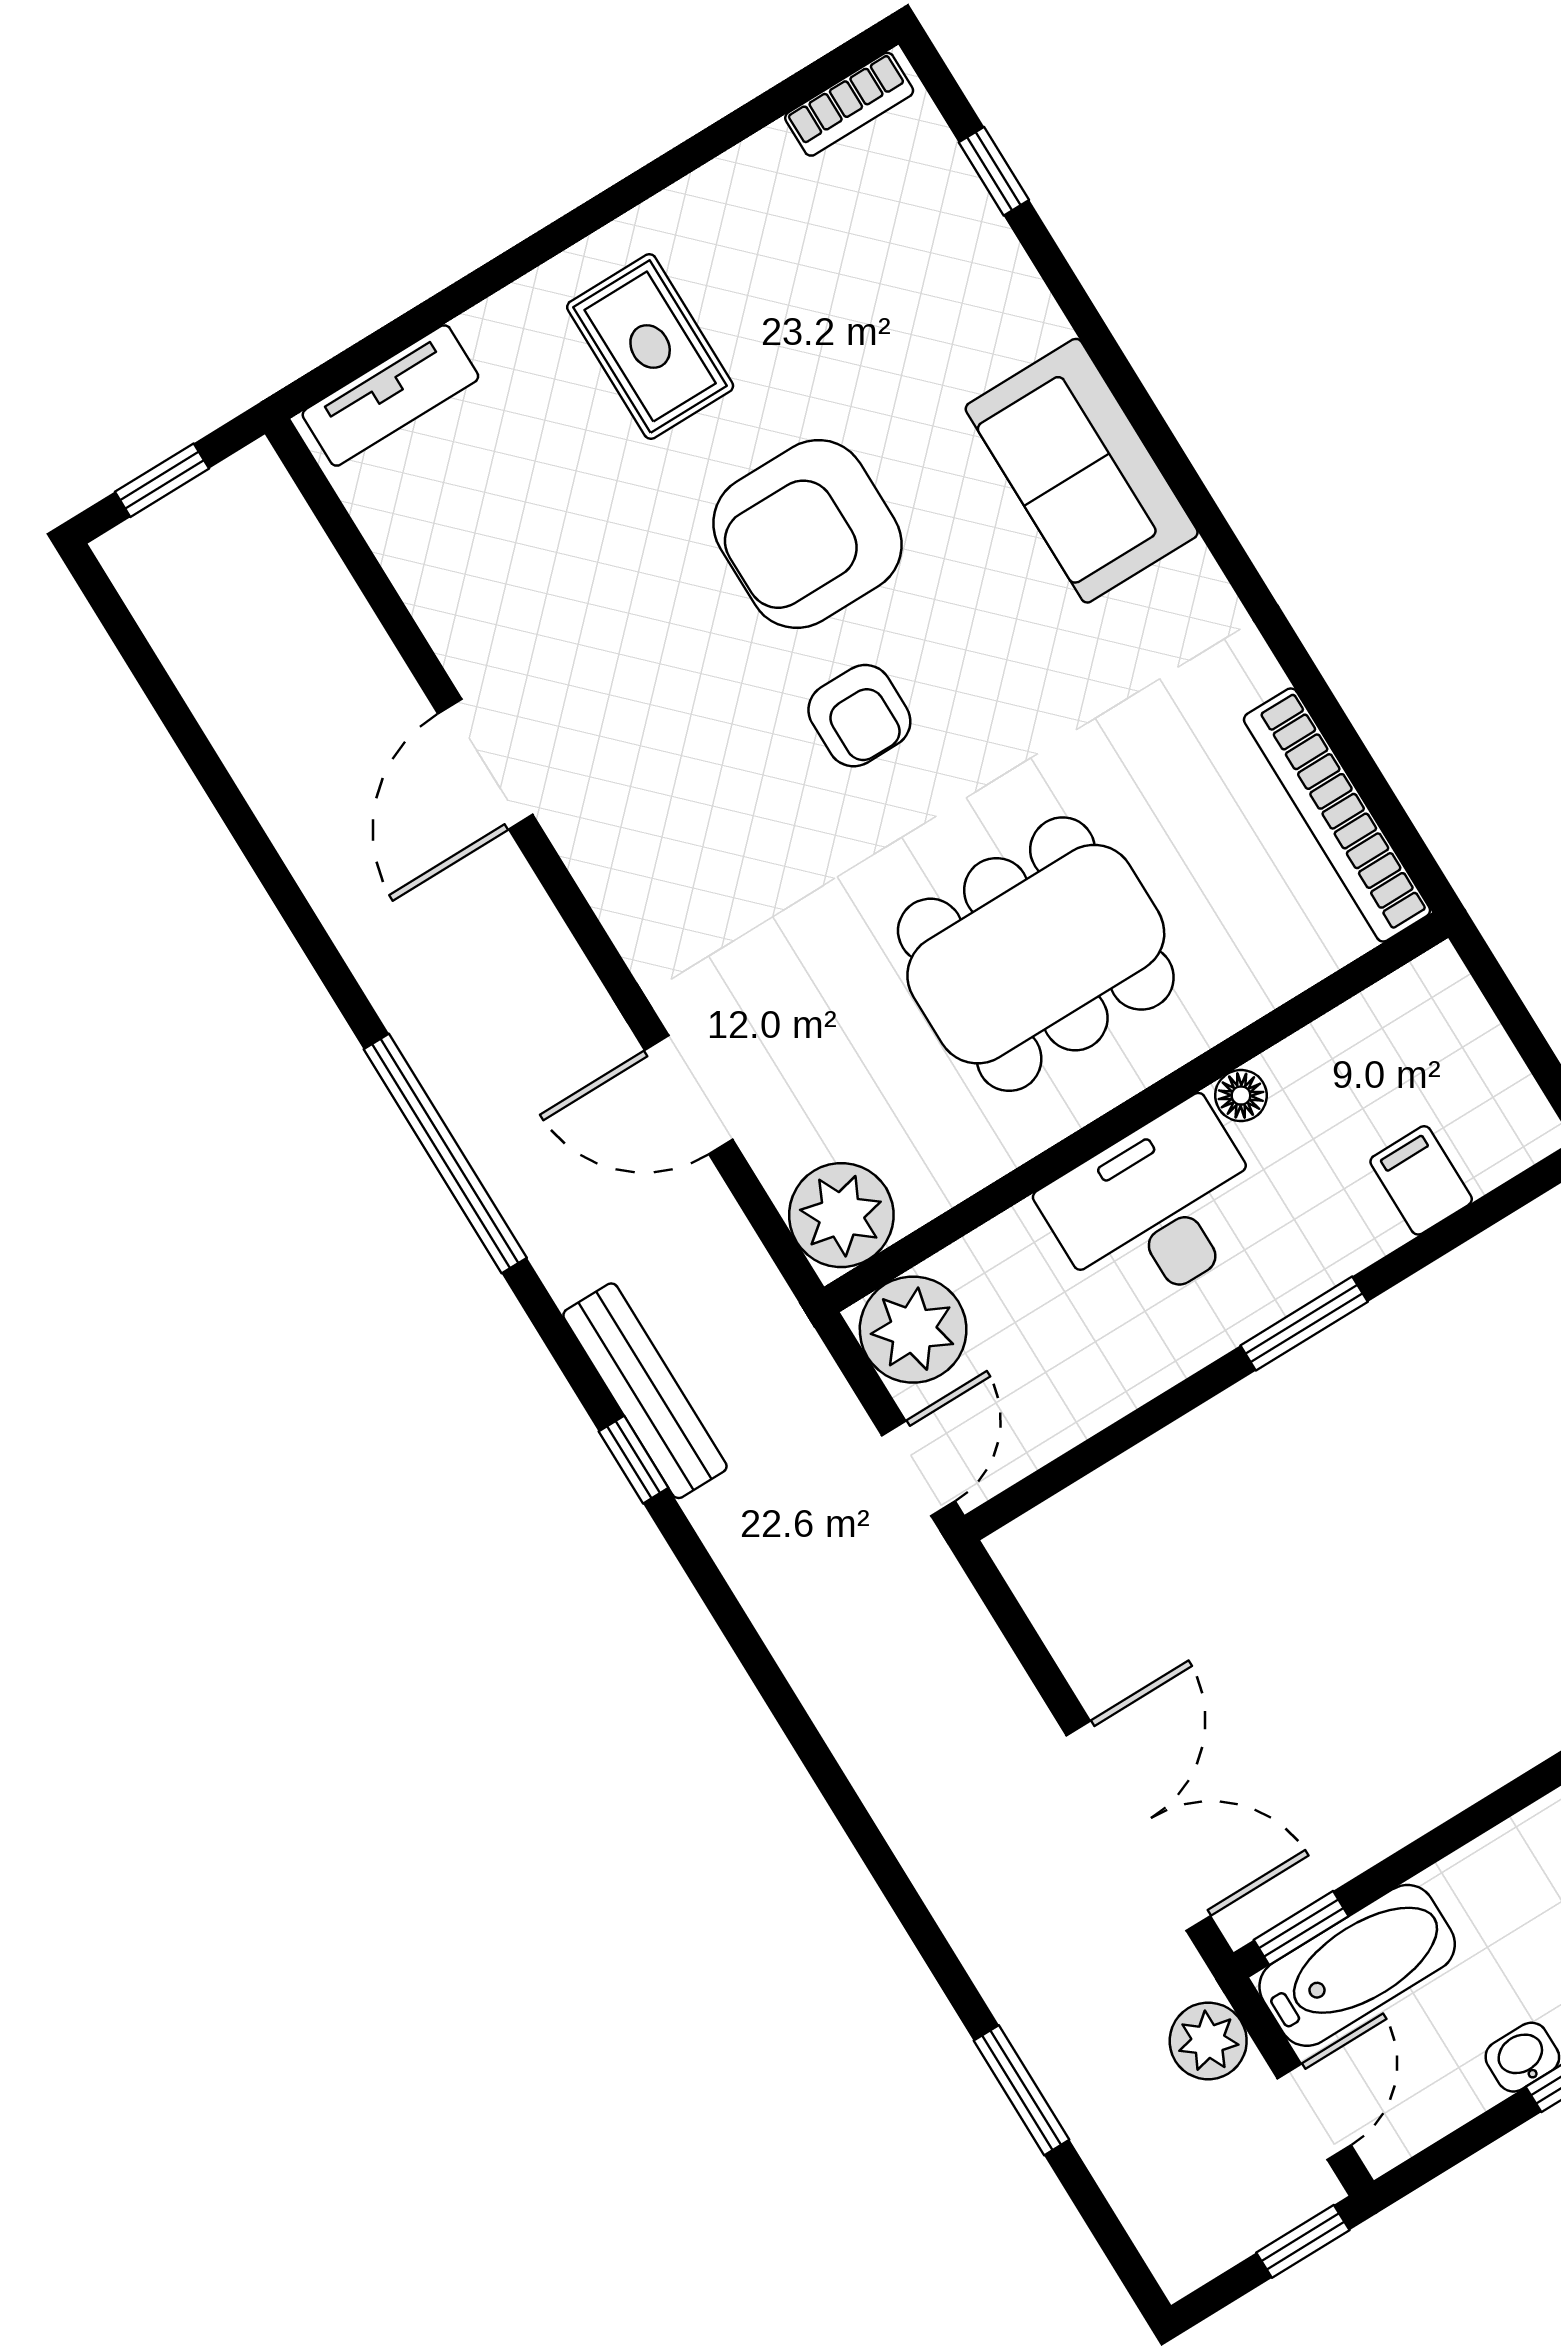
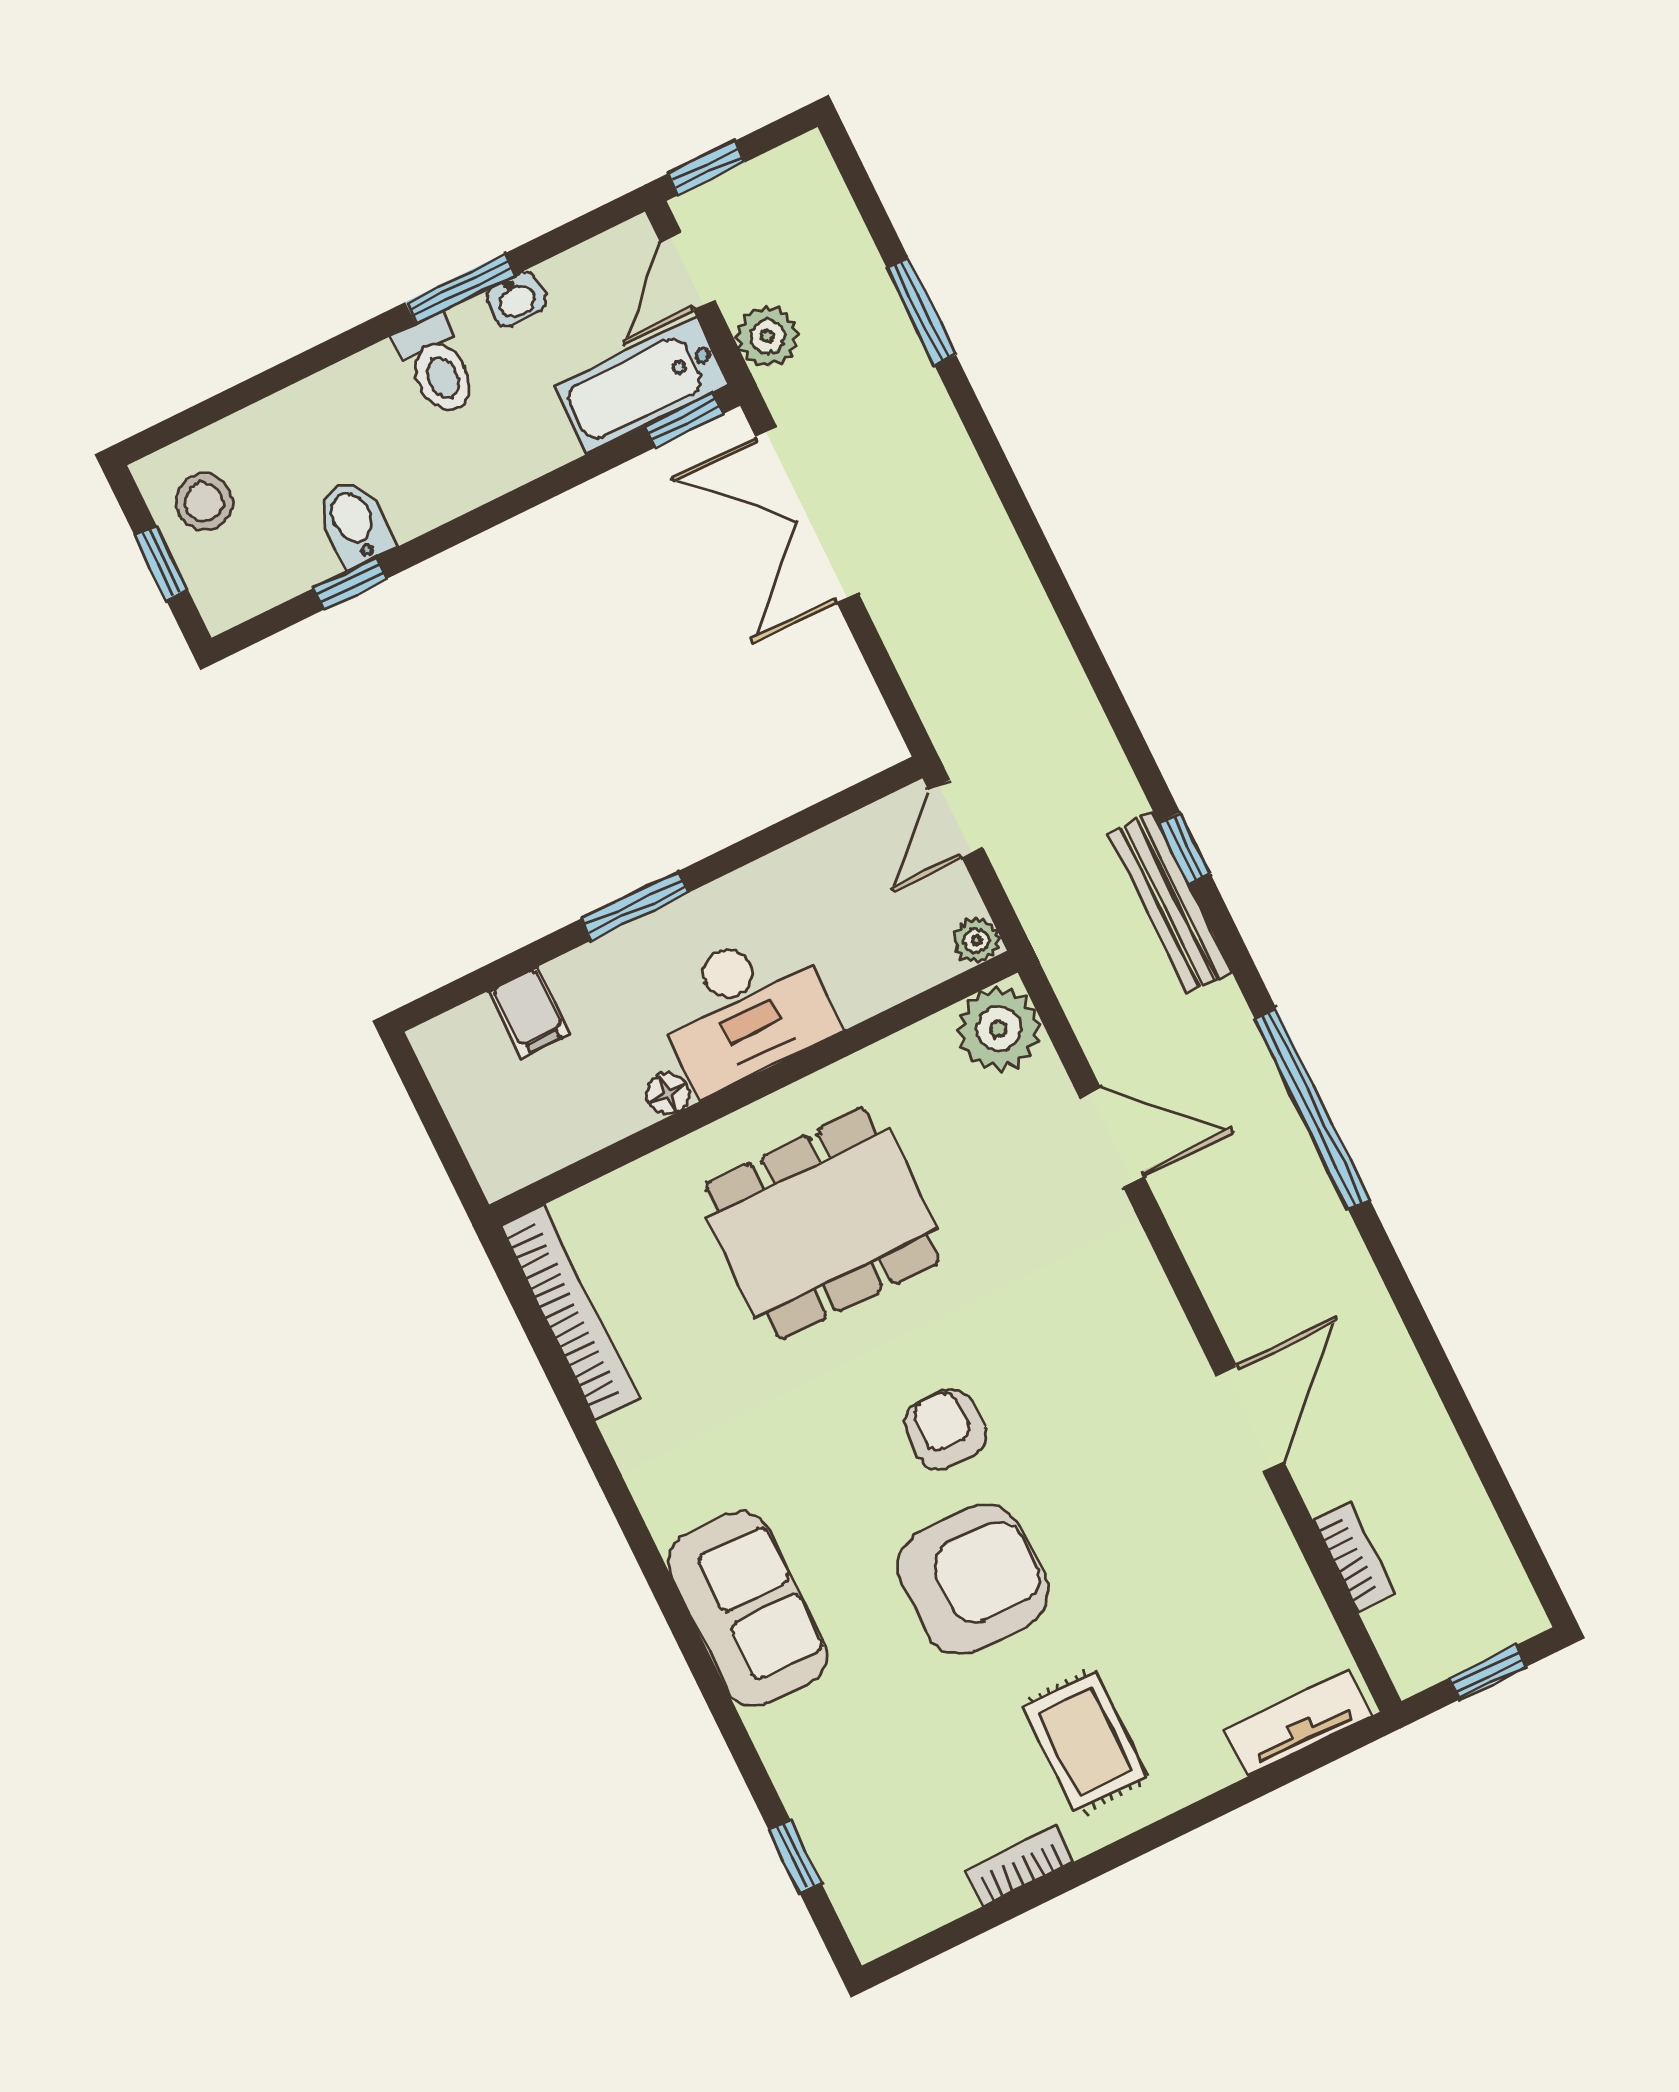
bookcase: (849, 104) -> (1020, 1866), moved
bookcase: (341, 607) -> (1353, 1557), added
plant: (913, 1330) -> (976, 940), width x0.53, depth x0.53

